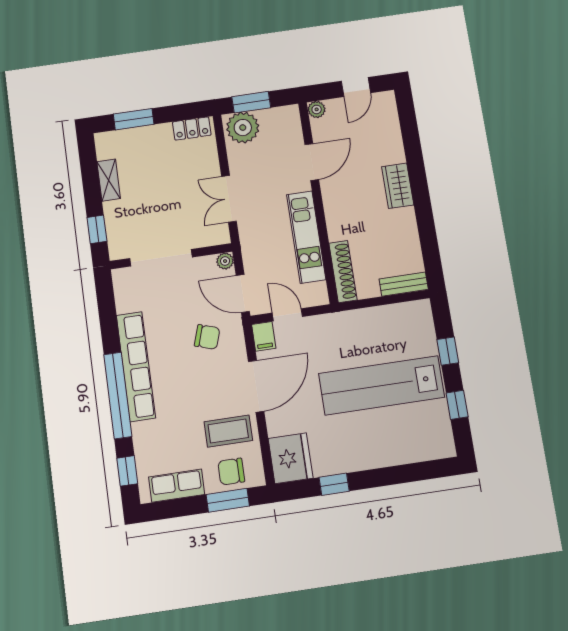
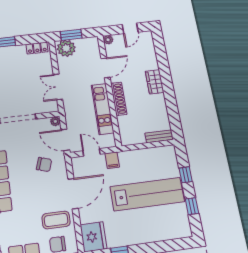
shoe rack: (343, 271) -> (119, 99), moved
filing cabinet: (264, 336) -> (112, 160), moved
lab bench: (382, 385) -> (147, 194), turned 180

